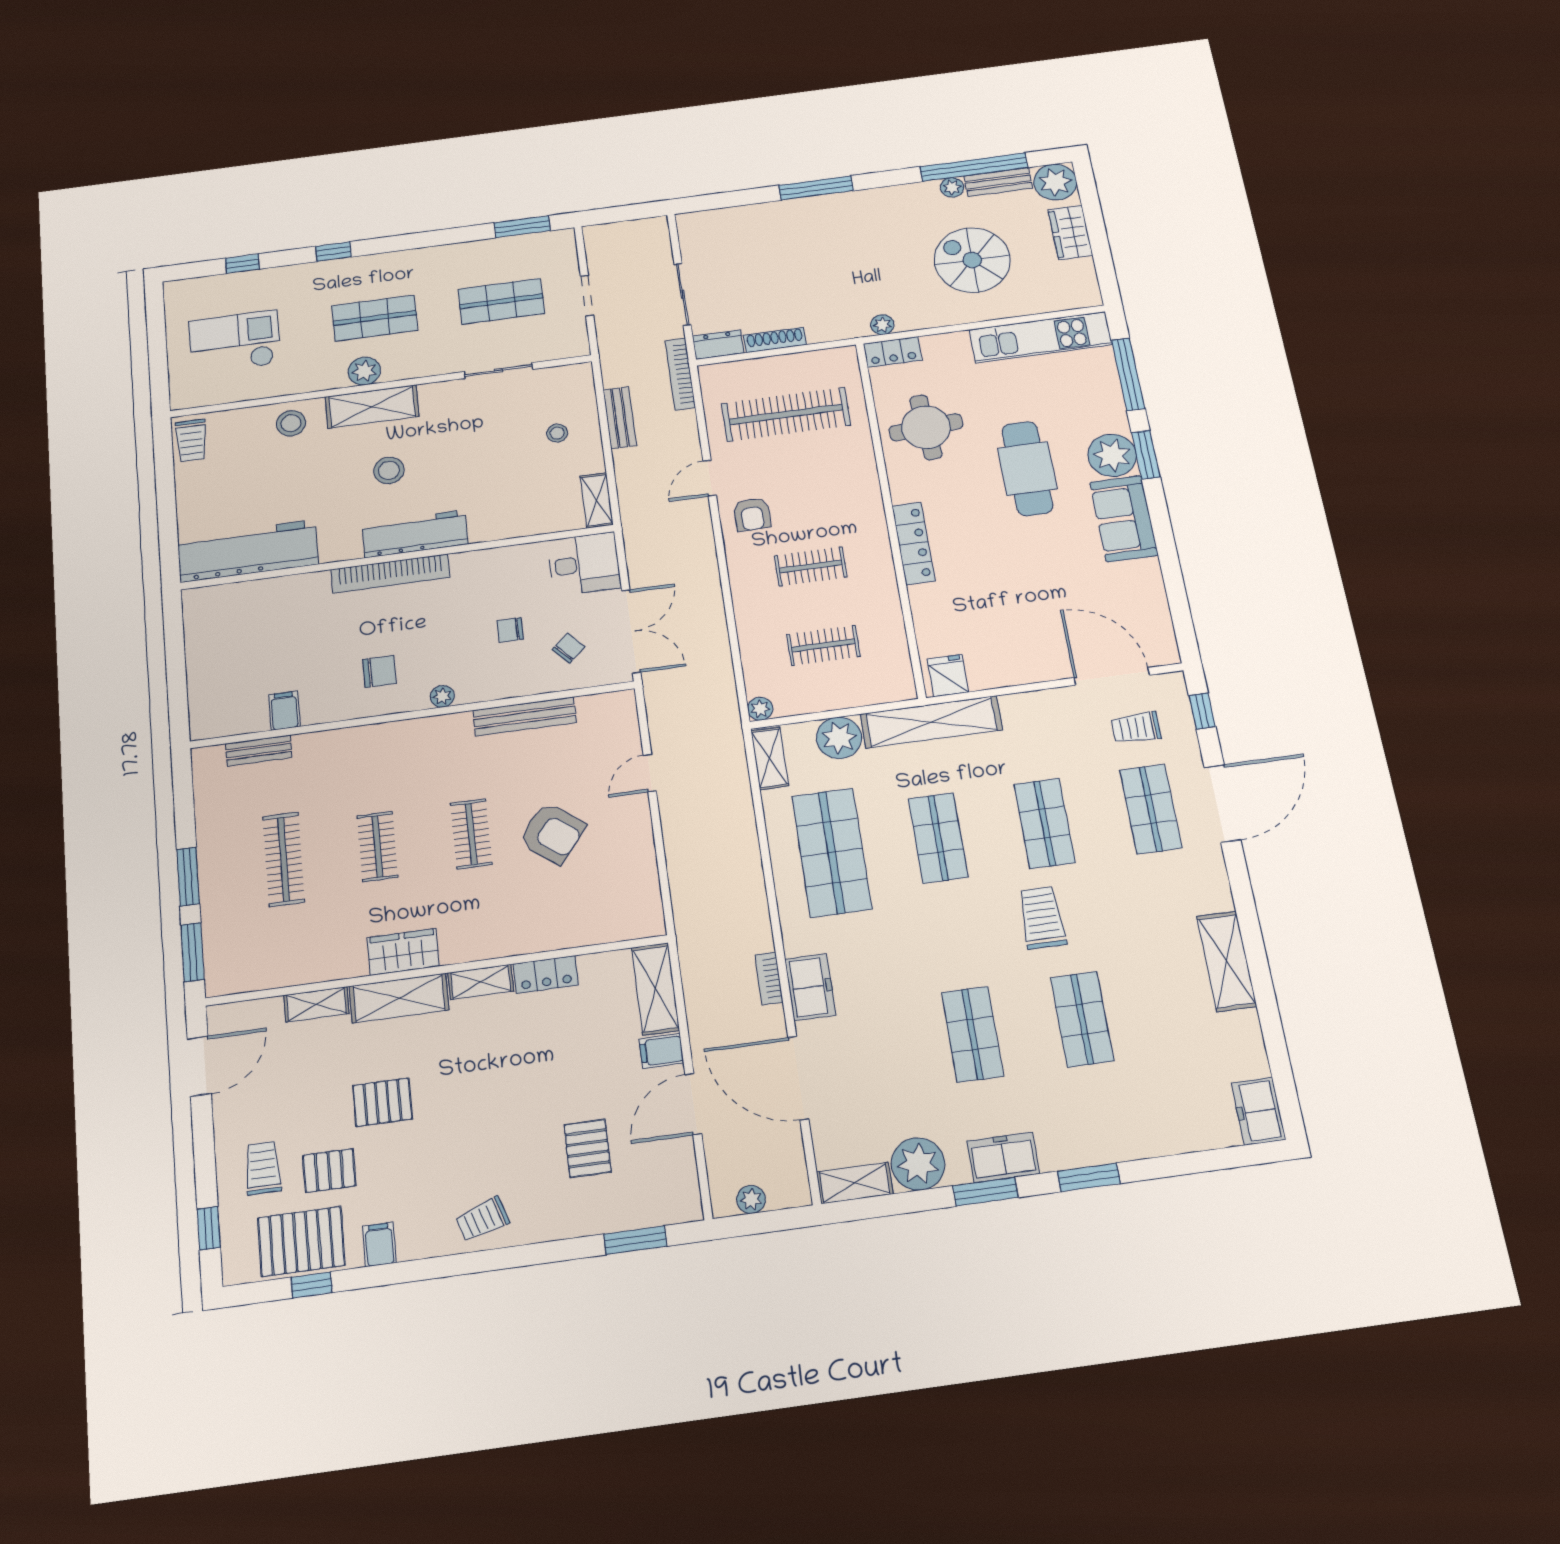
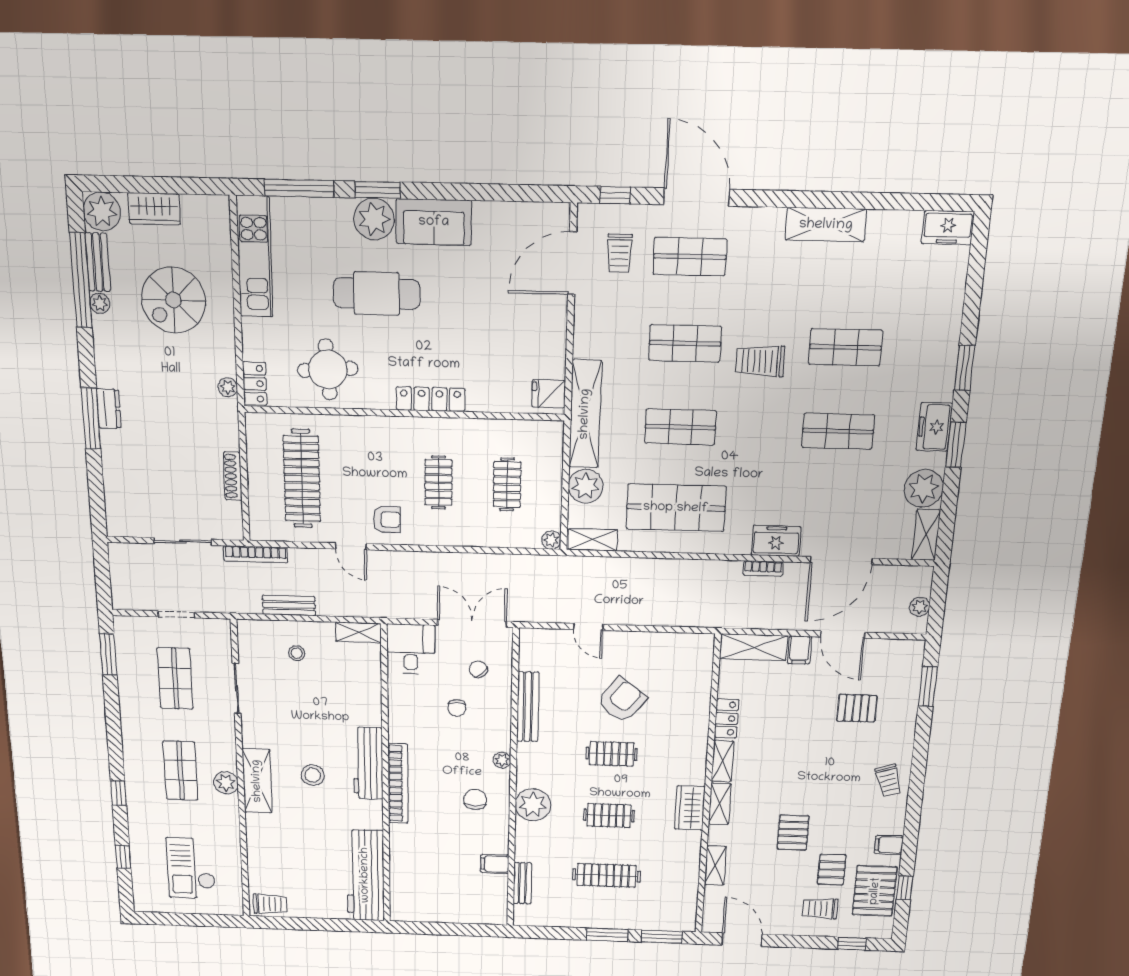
dresser: (718, 345) -> (109, 409), moved, turned 180
stool: (291, 423) -> (264, 837), removed
plant: (381, 745) -> (533, 805), added
shelving: (399, 998) -> (720, 804), width x0.67, depth x0.75

